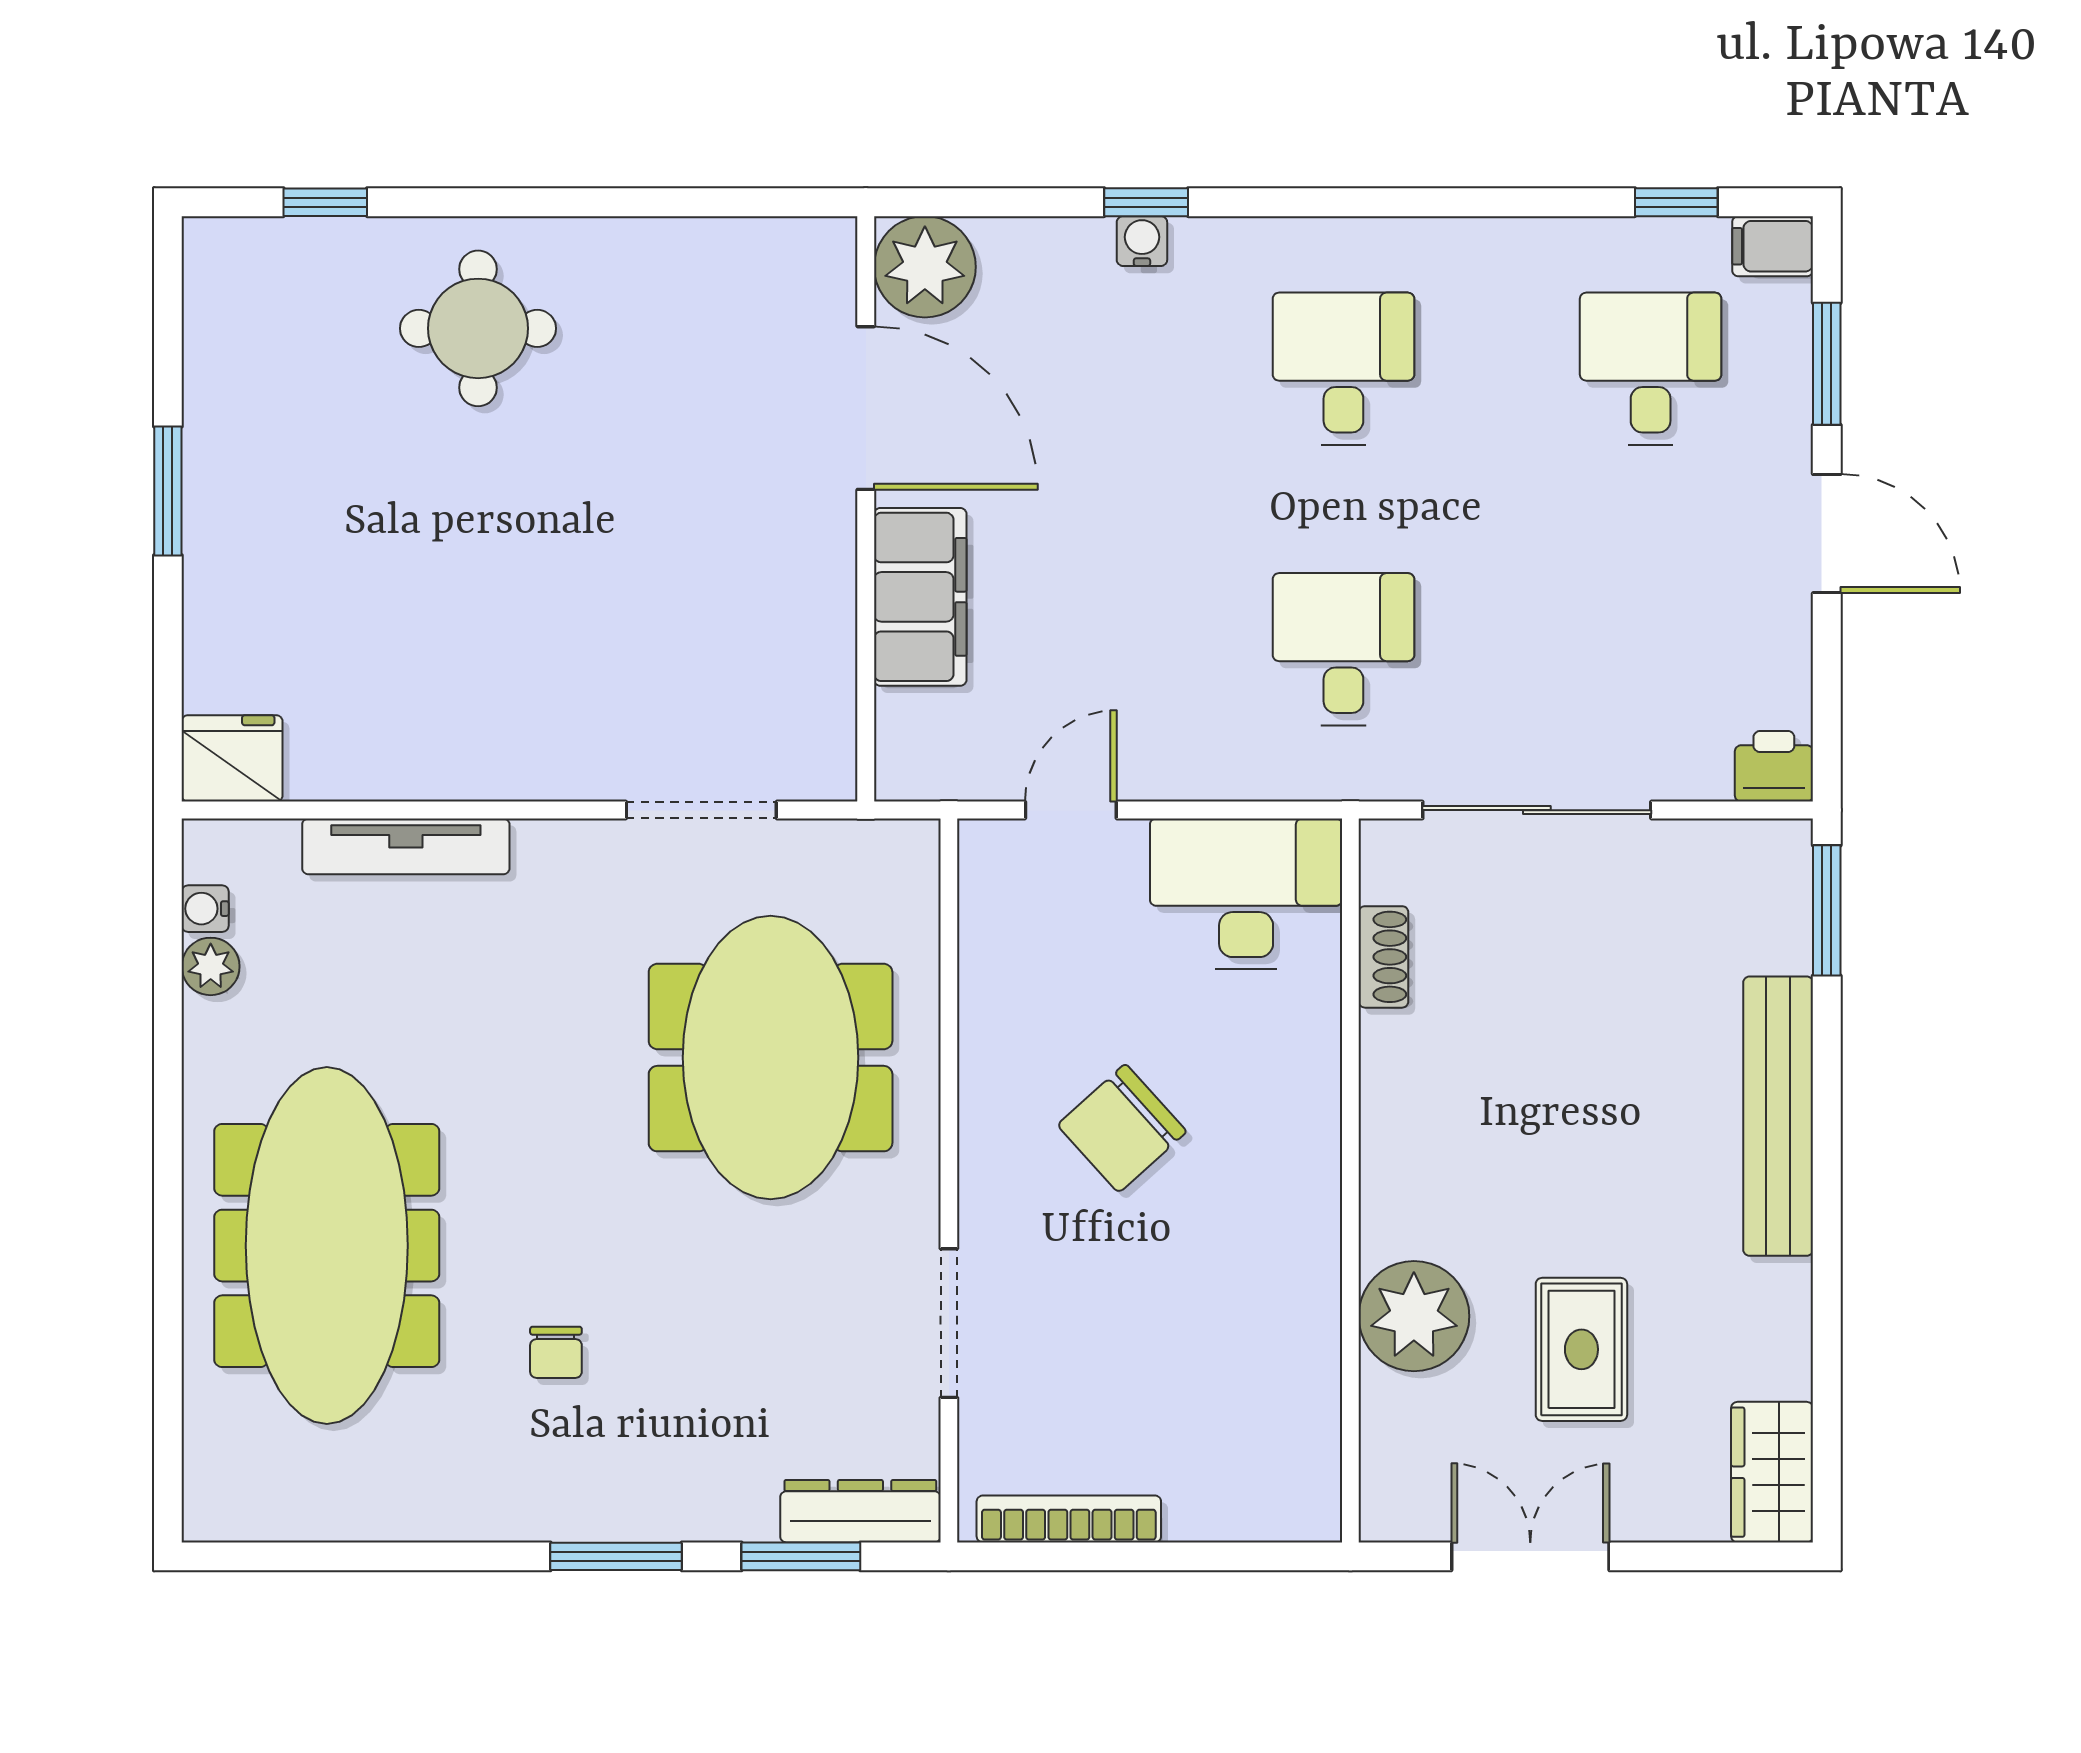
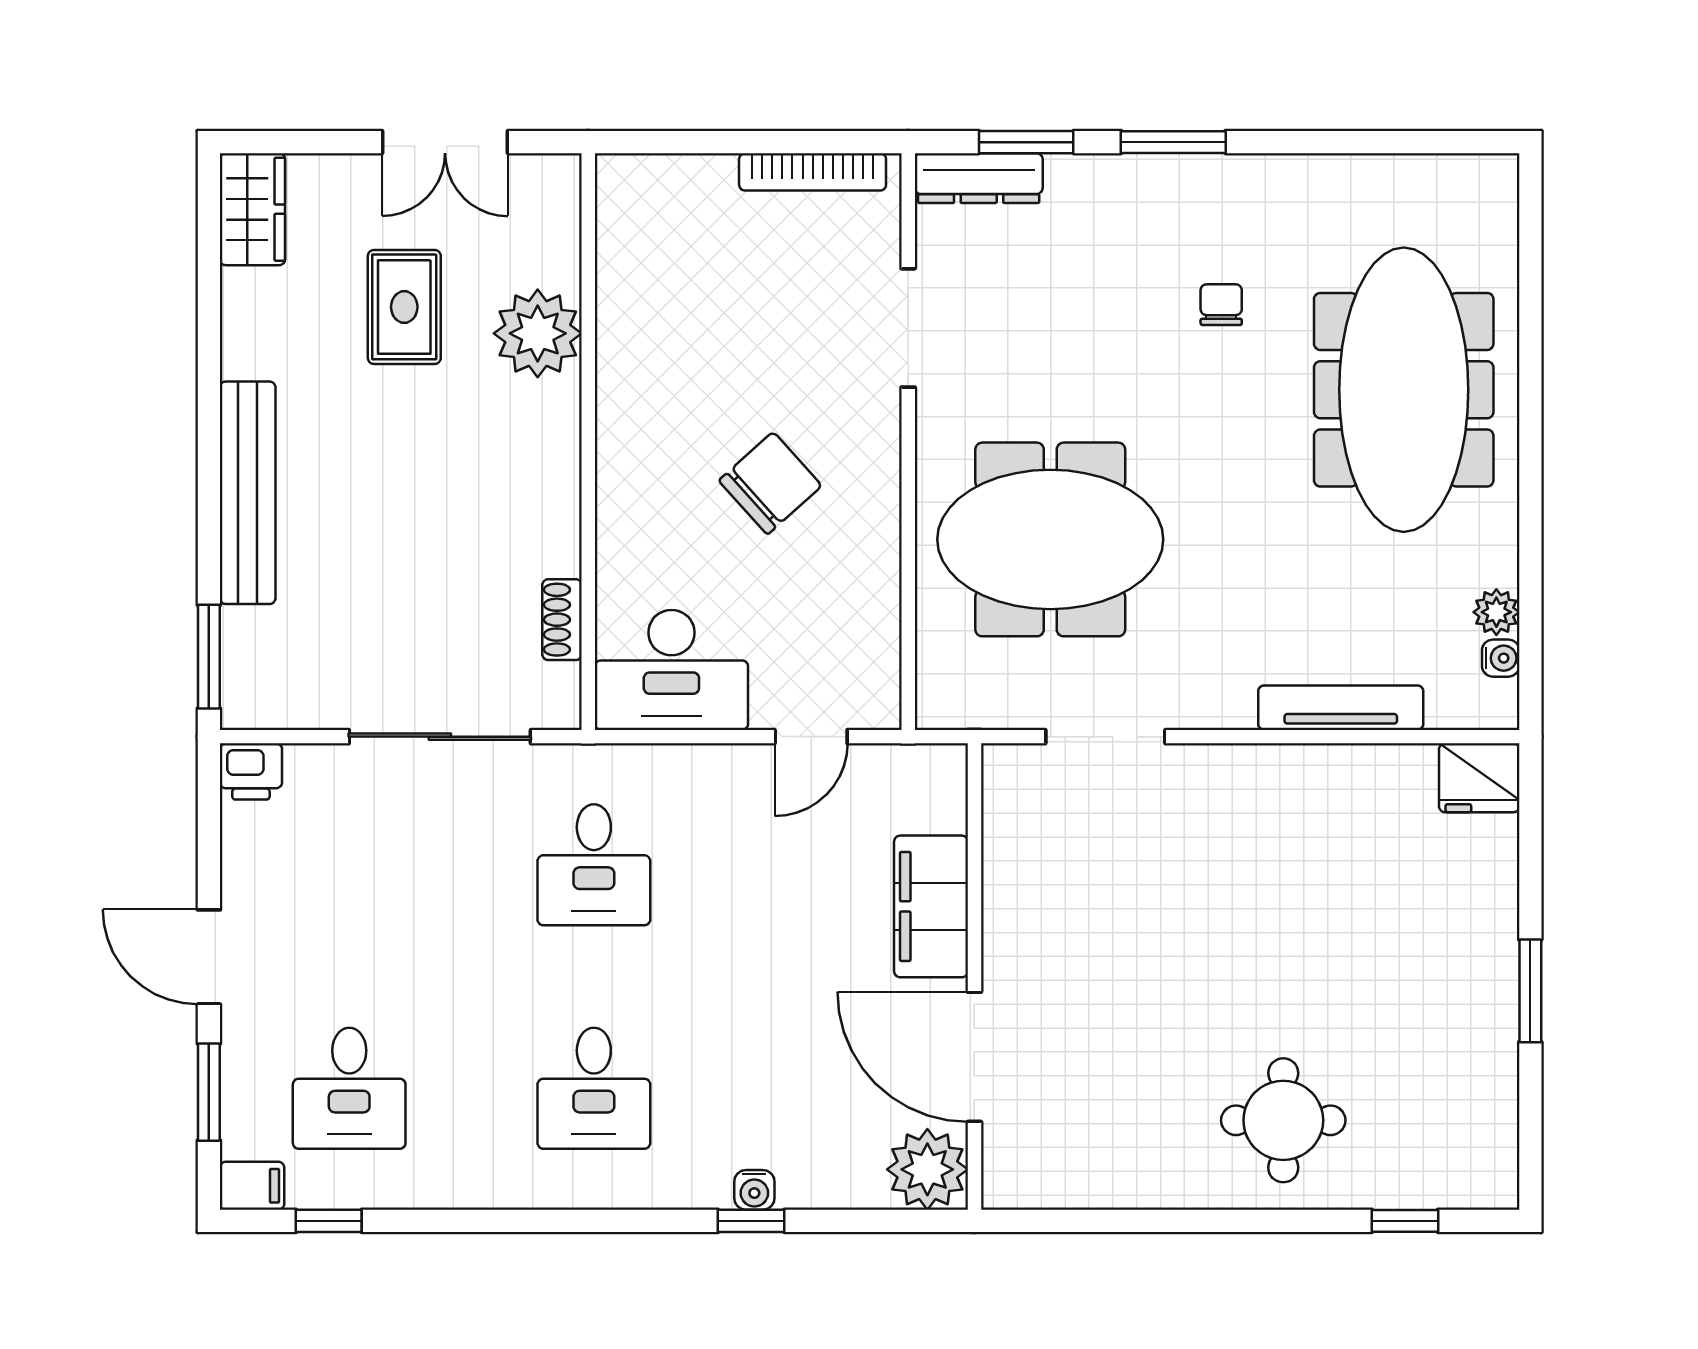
meeting table: (771, 1058) -> (1050, 539), turned 90

